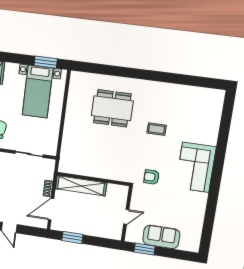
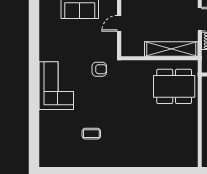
dining table: (112, 108) -> (174, 86), moved
coffee table: (157, 129) -> (91, 134), moved

